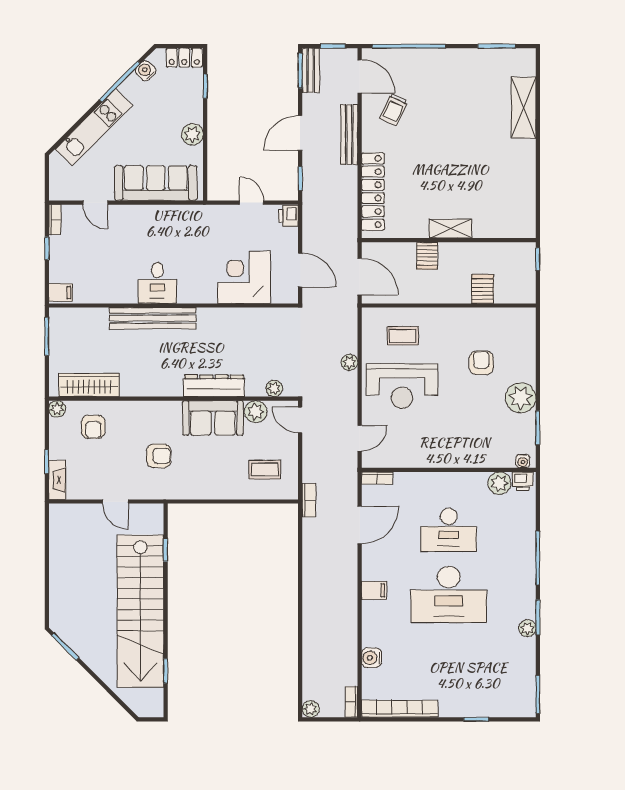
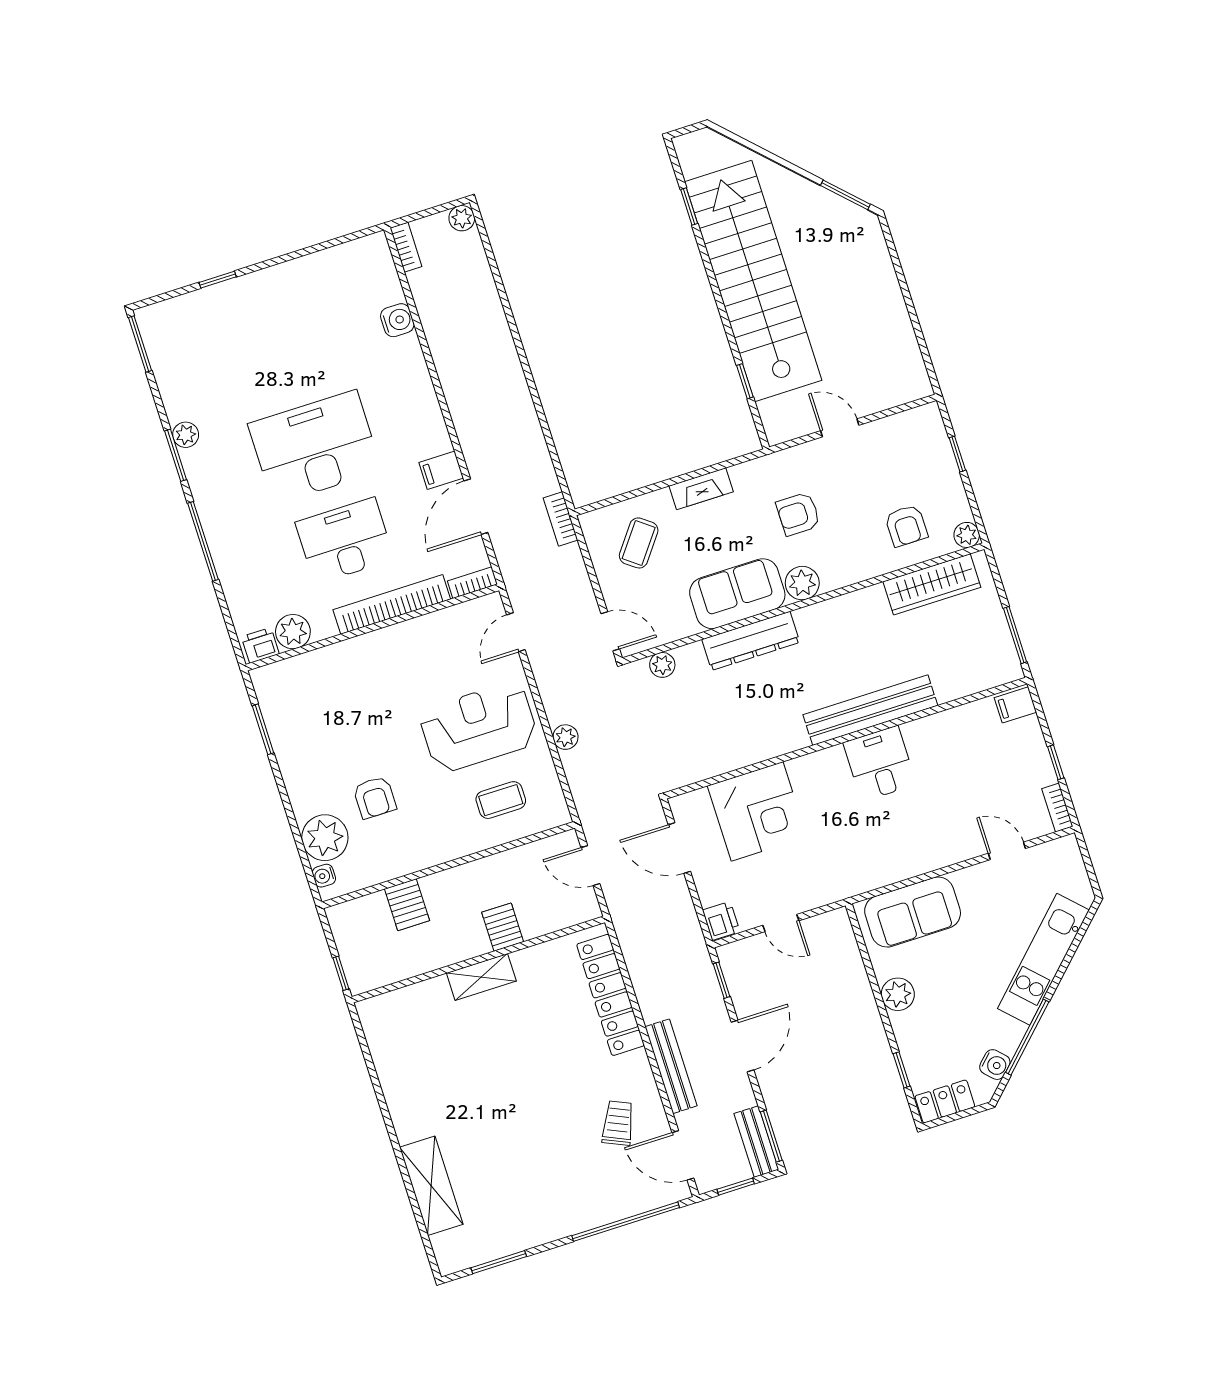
sofa: (156, 183) -> (913, 912), width x0.73
door: (360, 277) -> (590, 866), width x0.73
plant: (521, 398) -> (325, 838), moved
plant: (256, 412) -> (802, 583), moved
armchair: (93, 427) -> (906, 526), turned 180
water cooler: (523, 461) -> (324, 876), moved, turned -90
coffee table: (265, 470) -> (639, 543), turned -53
fireplace: (57, 480) -> (701, 489), moved, turned -90
filing cabinet: (374, 590) -> (441, 470), moved
bookcase: (400, 709) -> (392, 604), moved, turned 180

